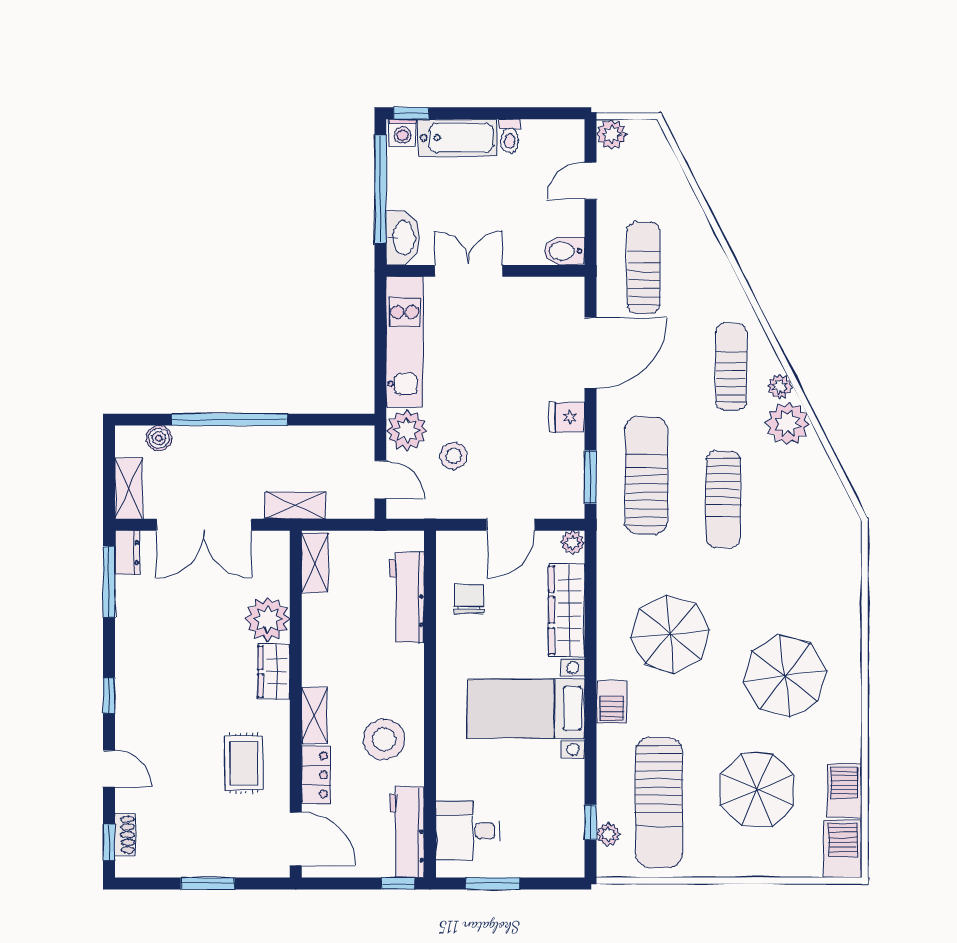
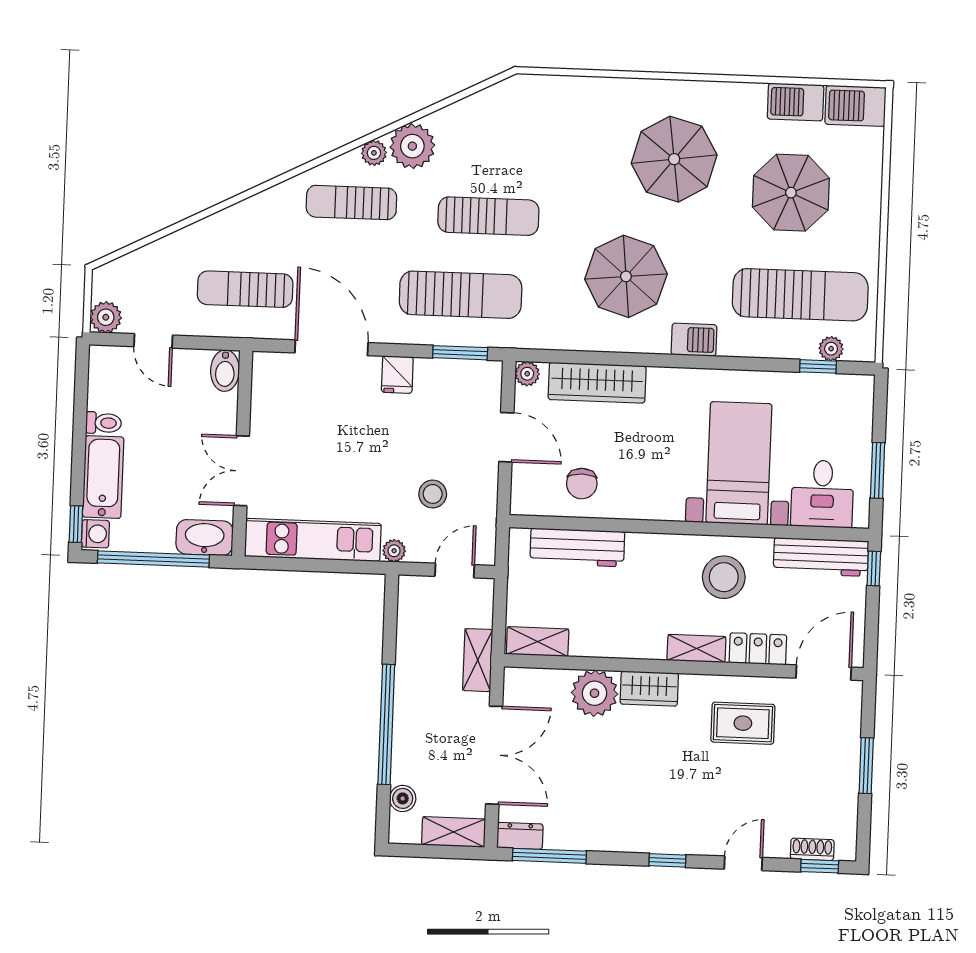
plant: (407, 430) -> (394, 551), width x0.53, depth x0.53
sun lounger: (646, 475) -> (461, 295), turned 180
chair: (469, 599) -> (582, 484), turned -90
bed with nightstands: (526, 708) -> (739, 463), moved, turned 180

